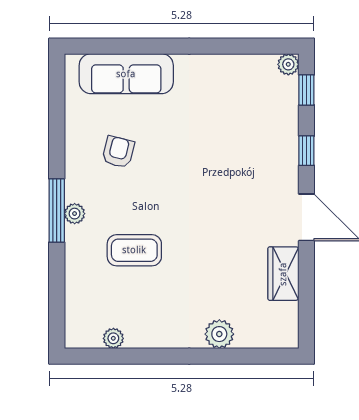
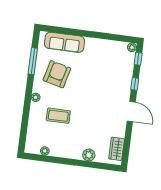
armchair: (118, 152) -> (57, 74), width x1.88, depth x1.88
window: (57, 211) -> (33, 61), moved
wardrobe: (283, 274) -> (117, 149), moved

